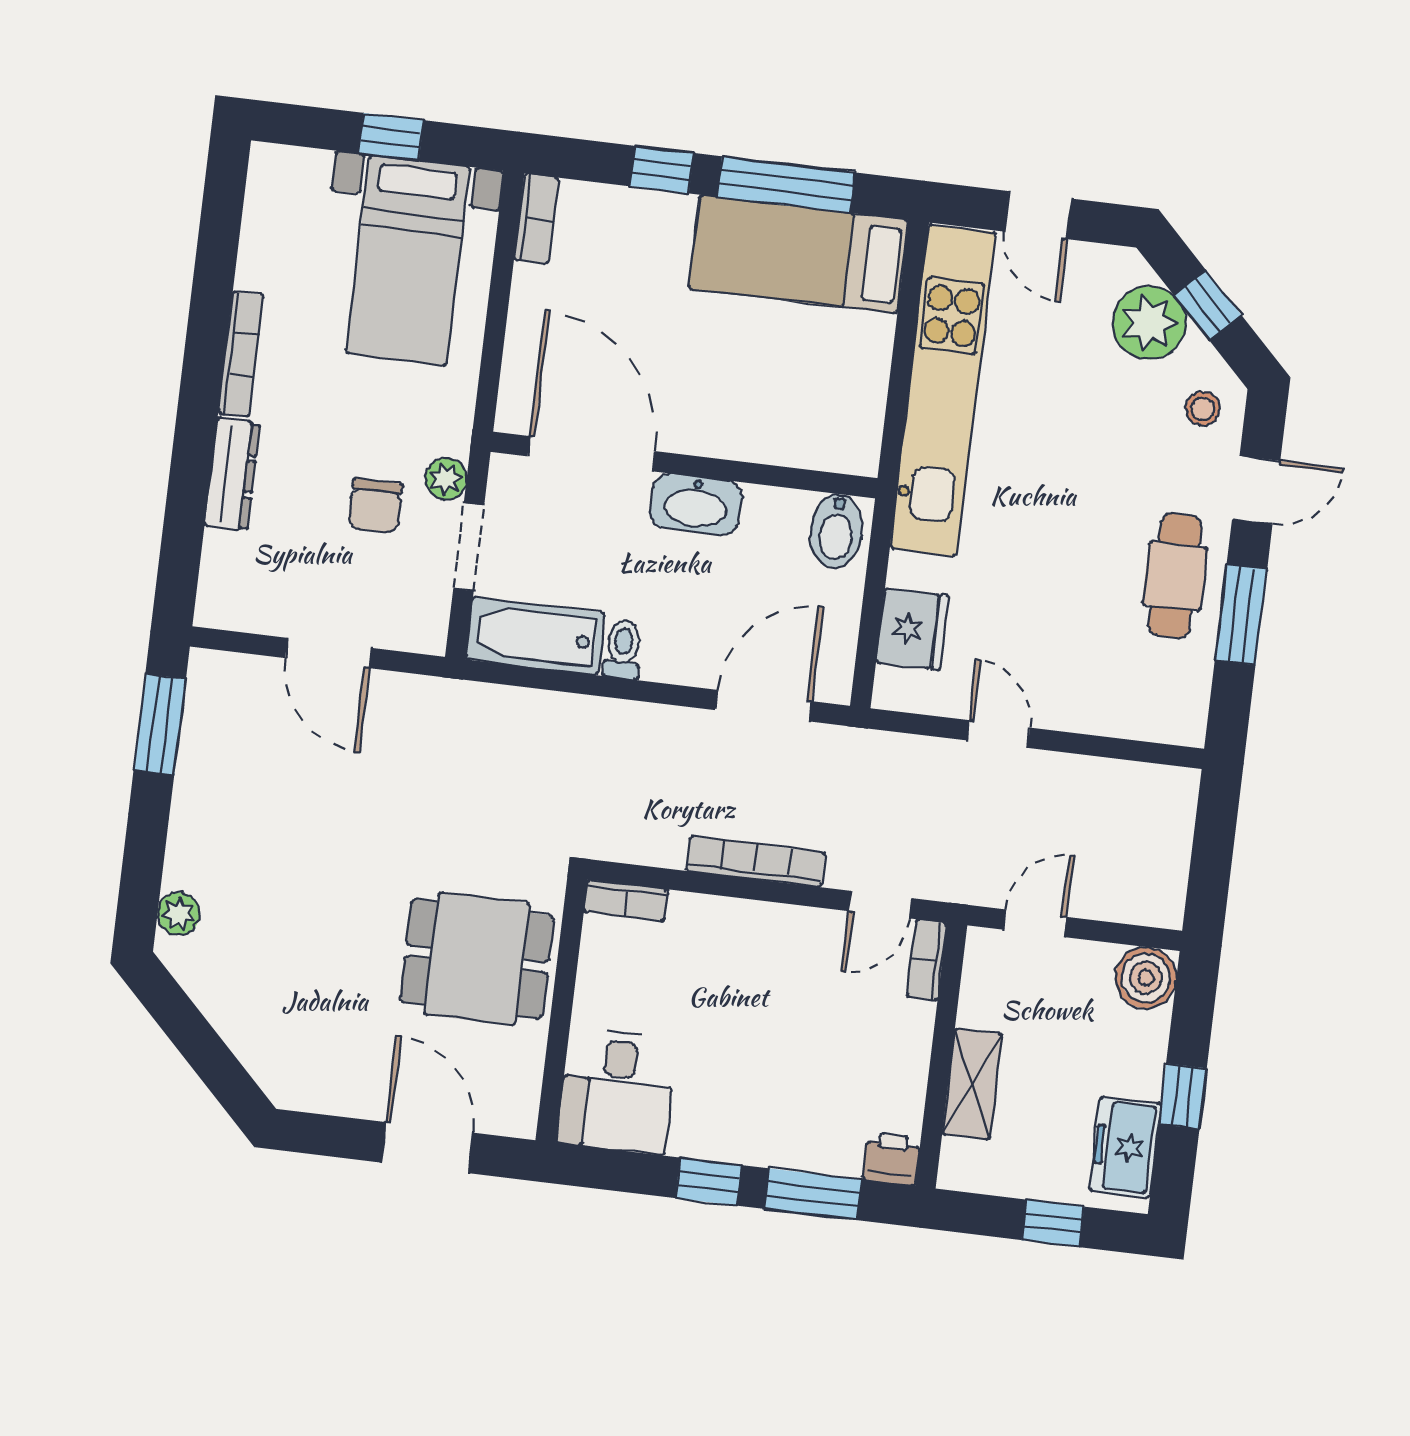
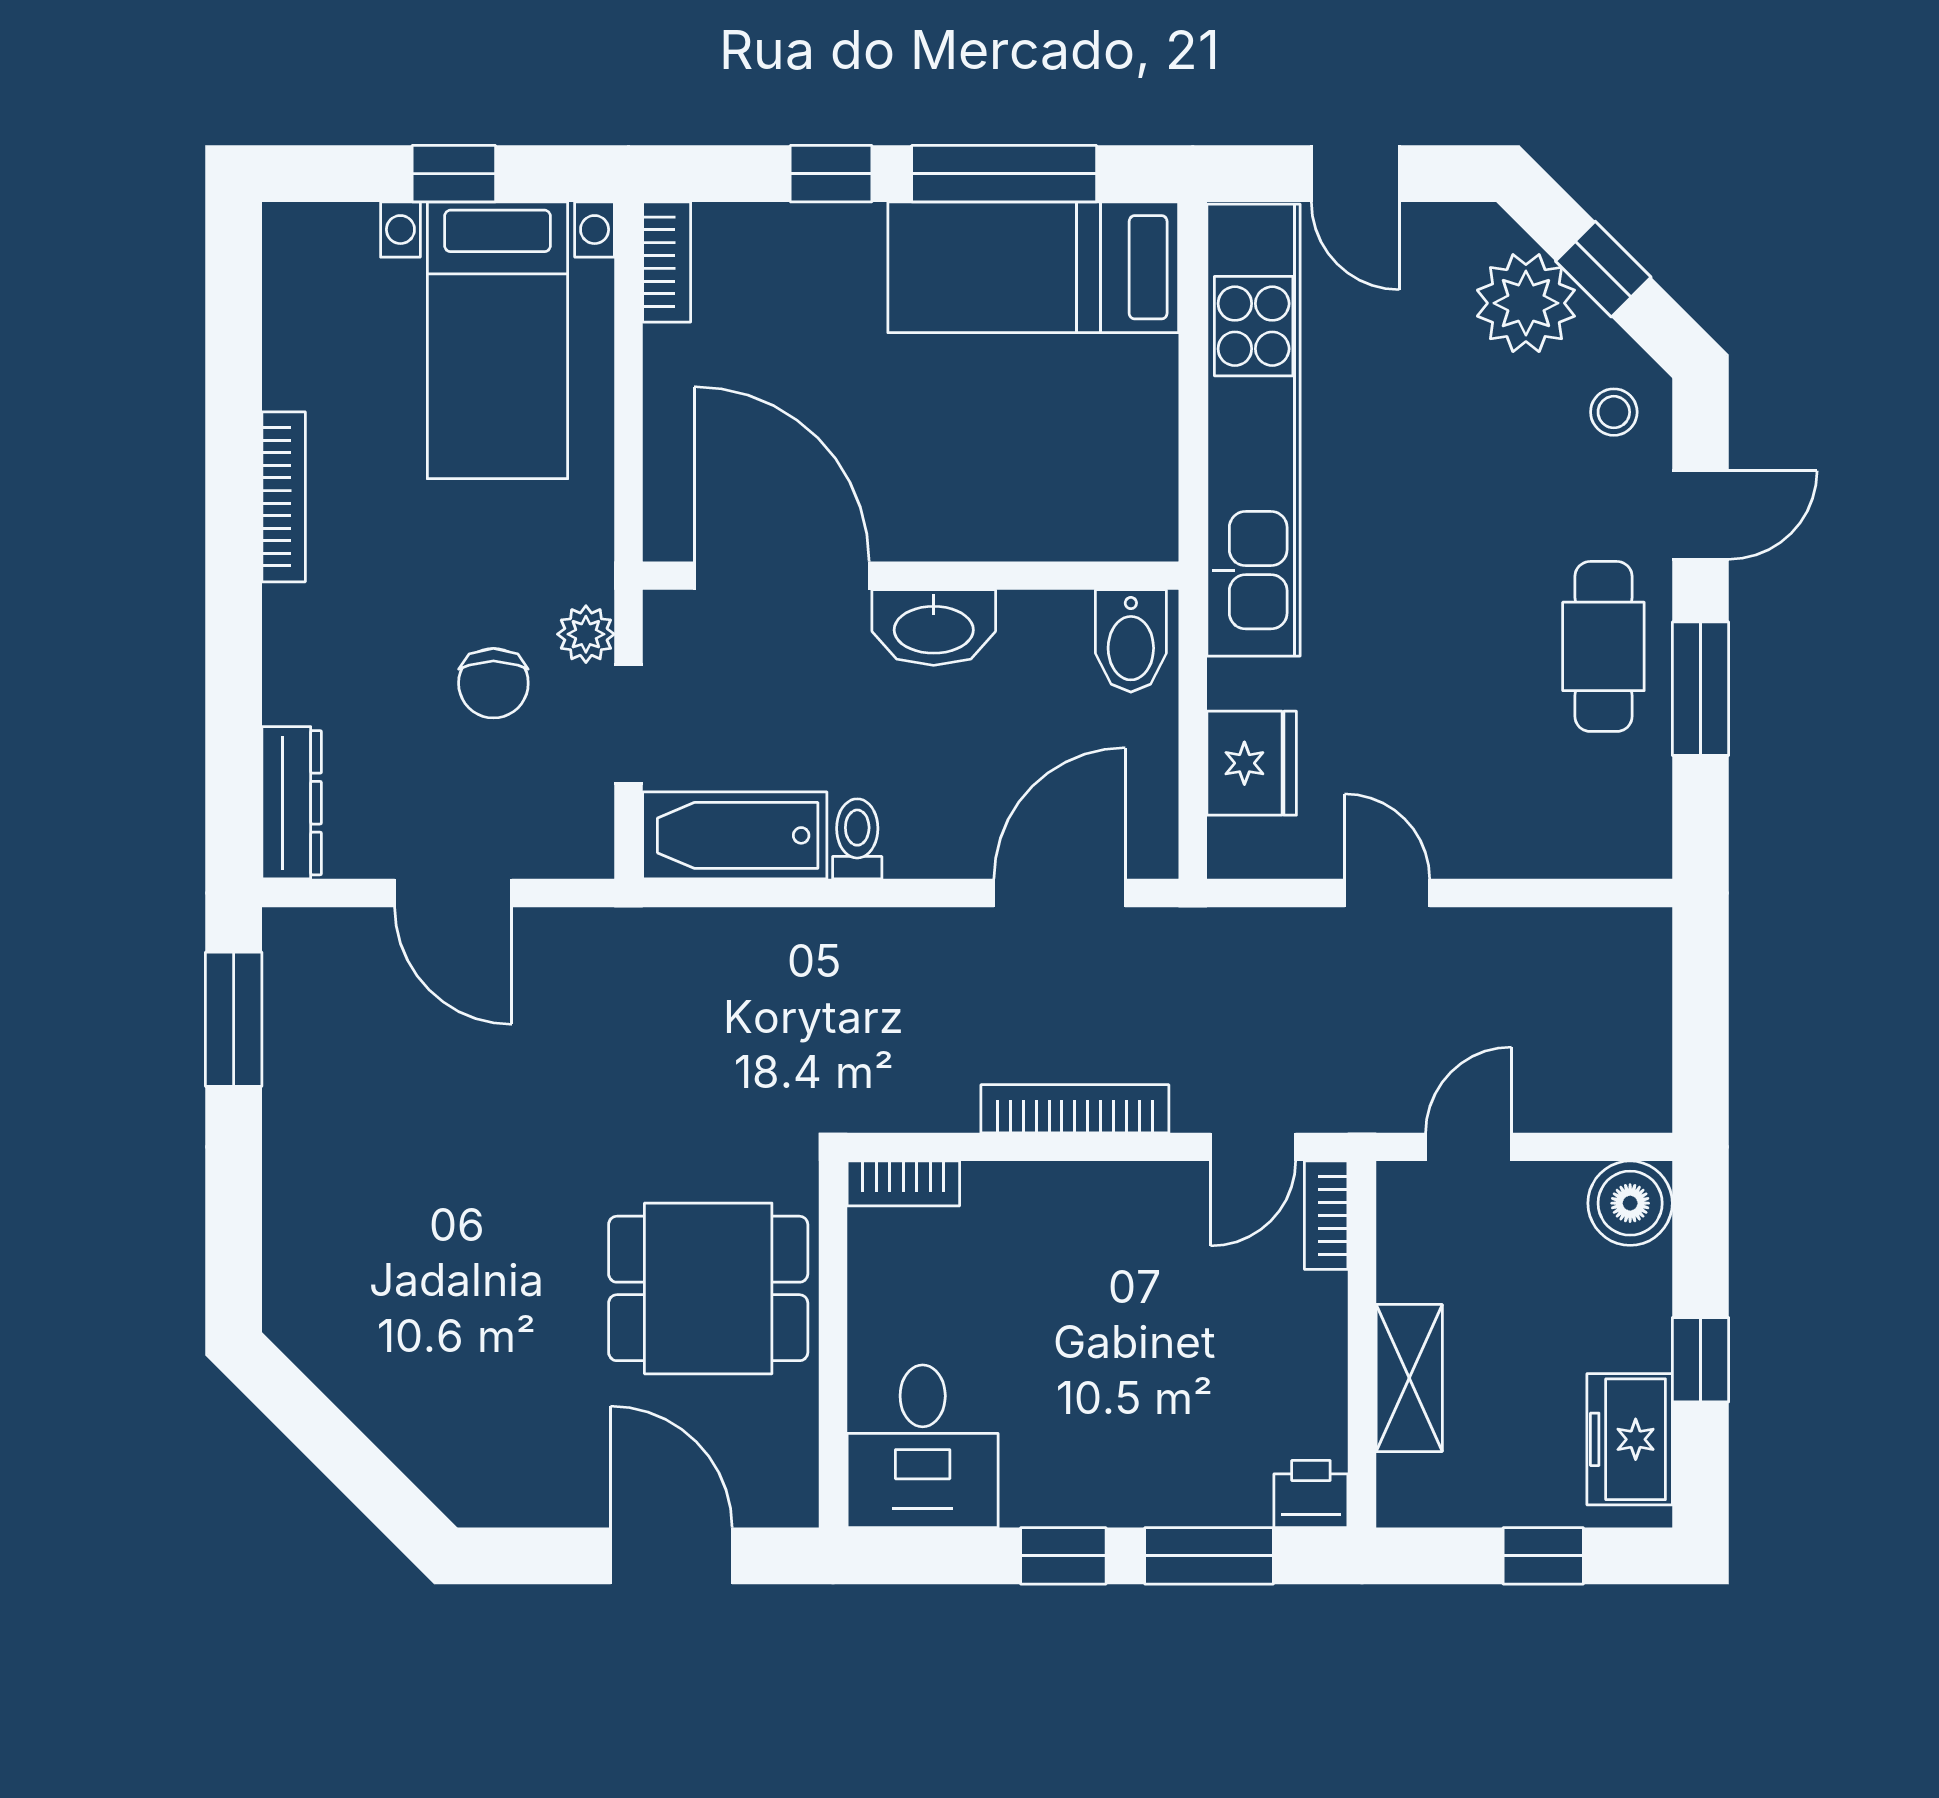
dresser: (232, 474) -> (292, 803), moved
plant: (179, 914) -> (291, 1276), removed

